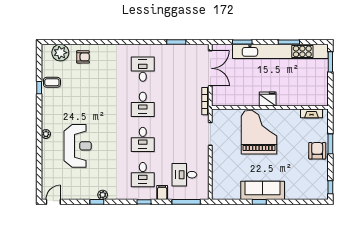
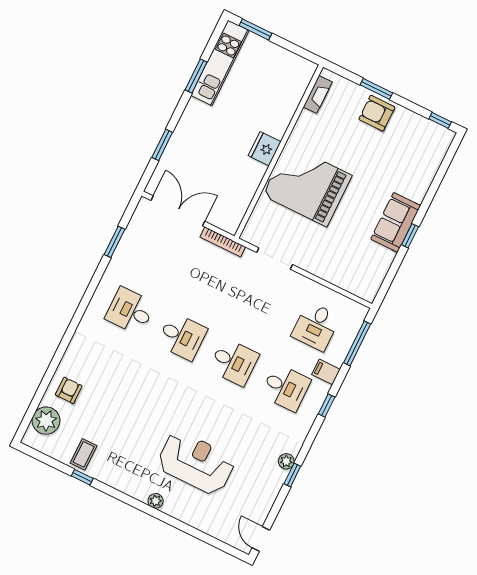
kitchen unit: (280, 51) -> (220, 63), width x0.54
sofa: (263, 190) -> (396, 222), width x0.73

